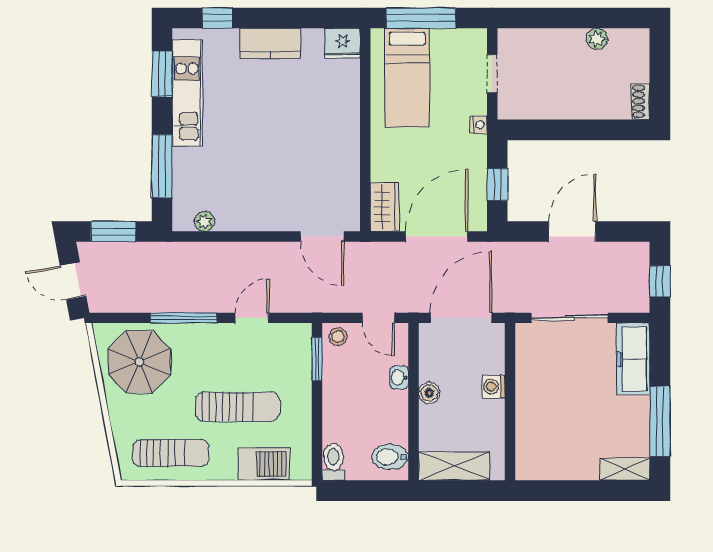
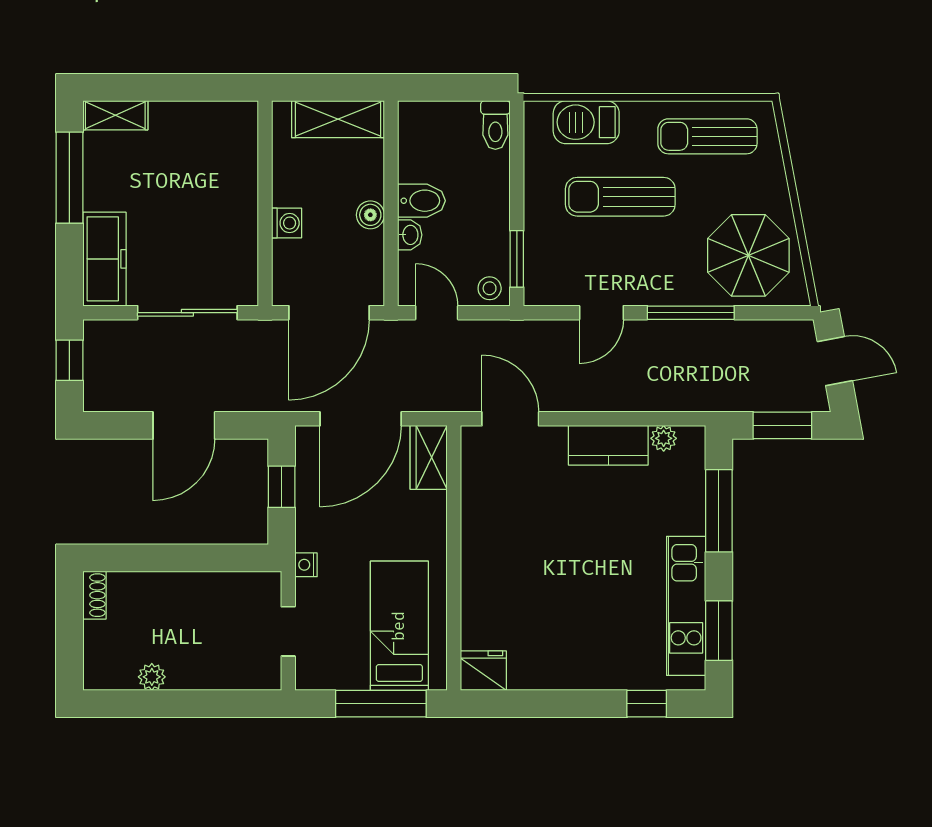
kitchen counter: (270, 43) -> (608, 445), moved, turned 180
bidet: (390, 457) -> (421, 201), moved

